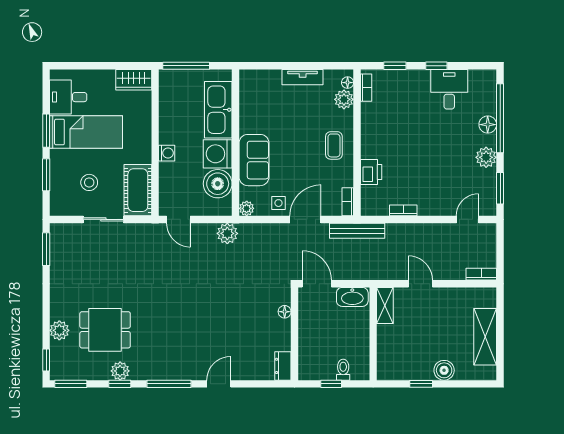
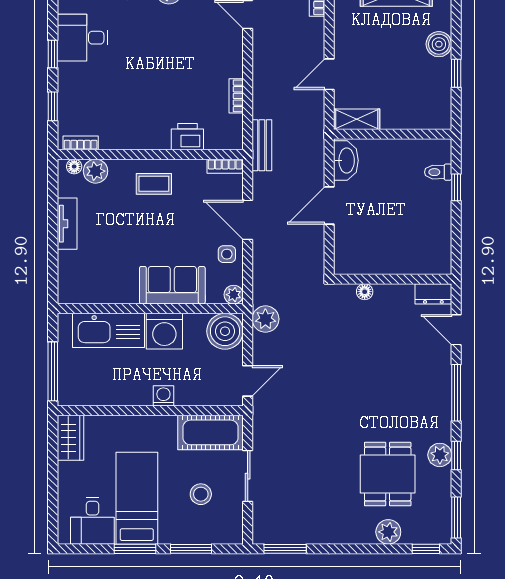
boiler: (218, 184) -> (225, 331), moved
bench: (357, 231) -> (262, 145), width x0.73
floor lamp: (285, 312) -> (365, 292), moved
wall: (294, 334) -> (393, 279), moved
dresser: (283, 366) -> (433, 294), moved

